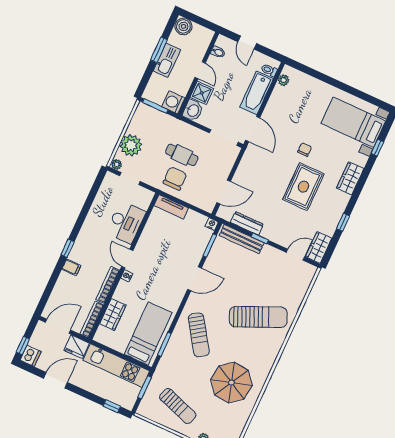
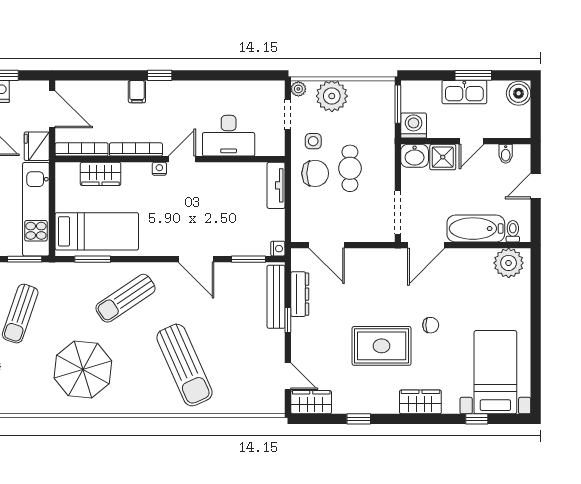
plant: (284, 80) -> (509, 263), width x1.87, depth x1.87
side table: (154, 170) -> (313, 141), added

